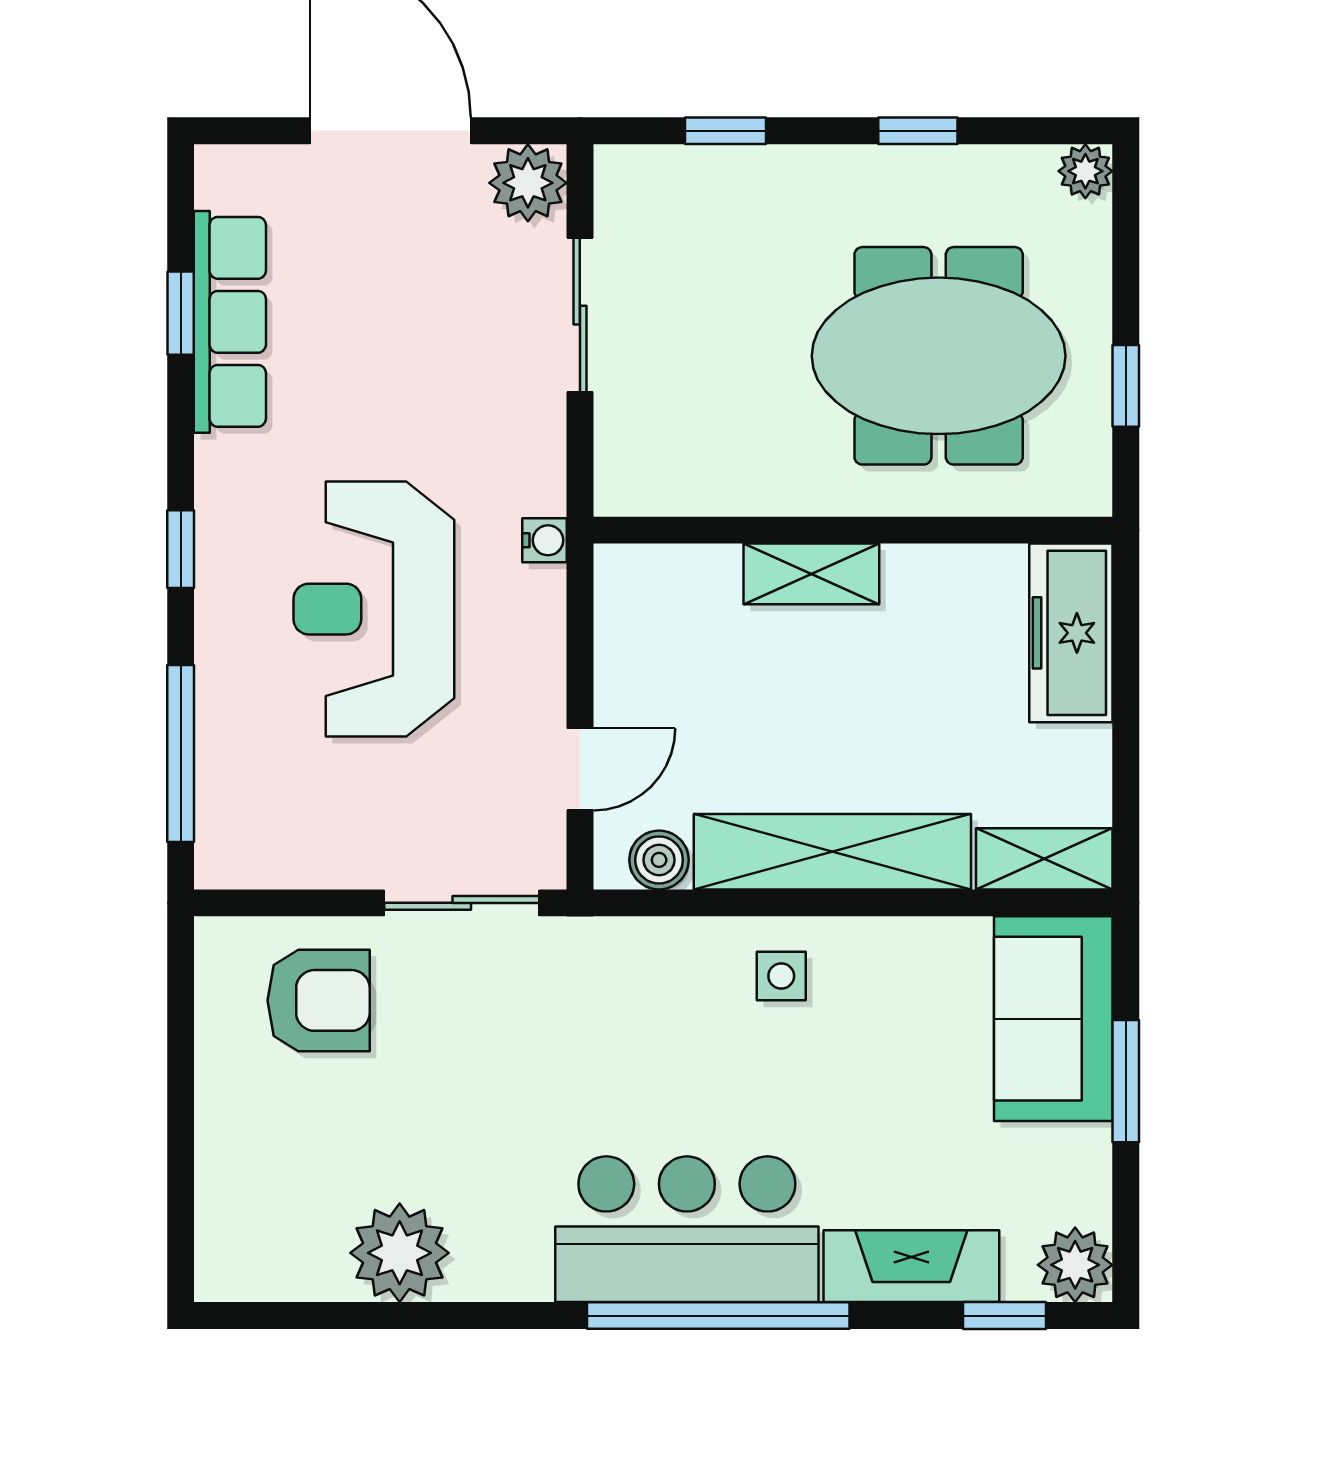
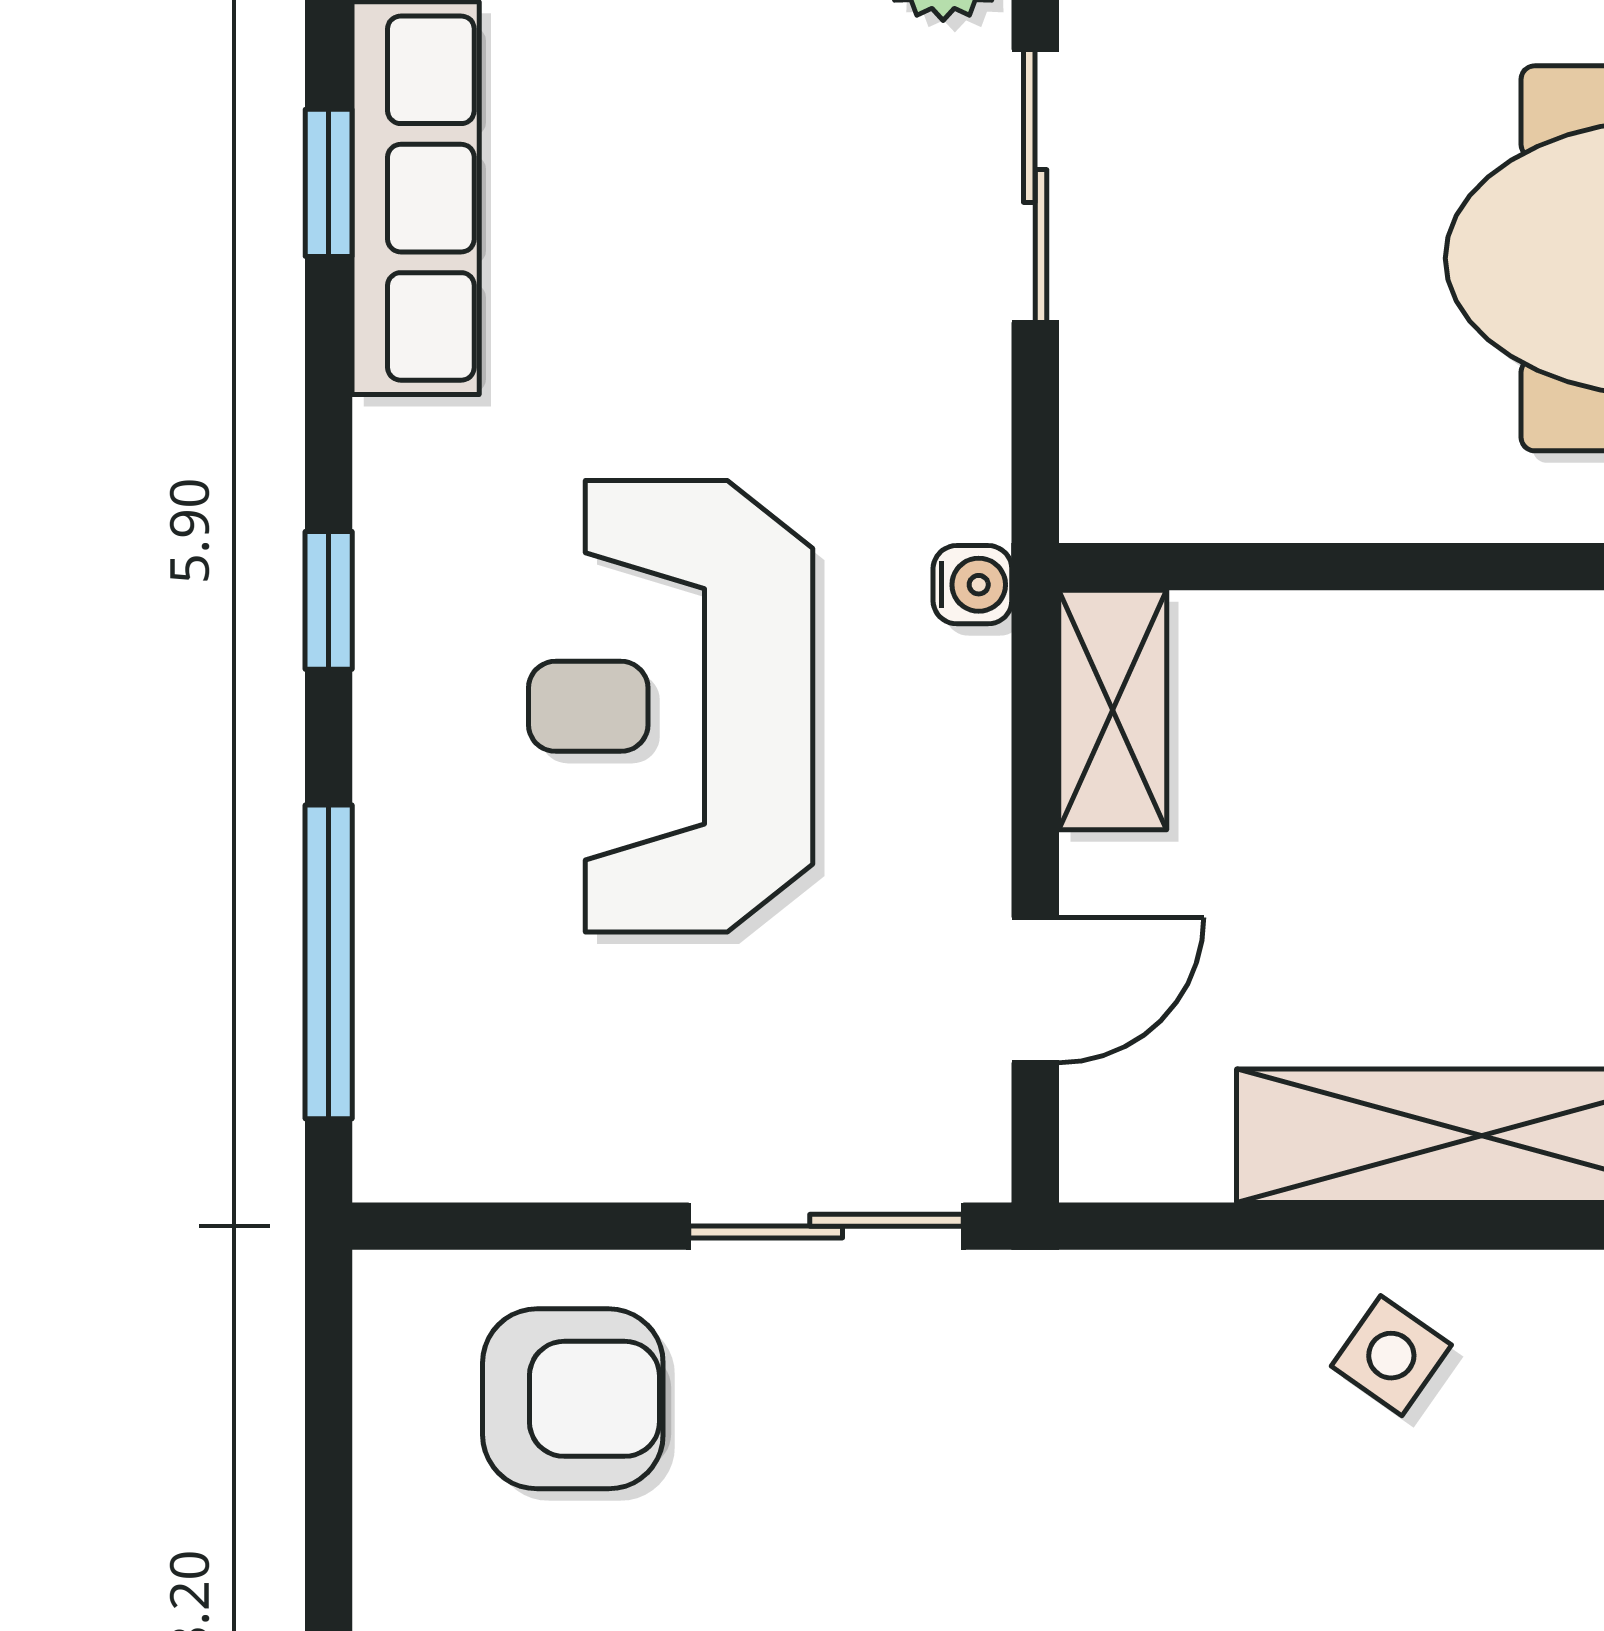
shelving: (811, 574) -> (1113, 710), moved, turned 90
boiler: (659, 860) -> (1175, 1150), removed
side table: (781, 976) -> (1391, 1356), turned 35

